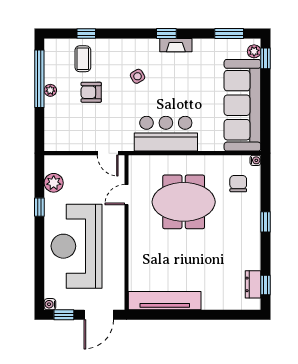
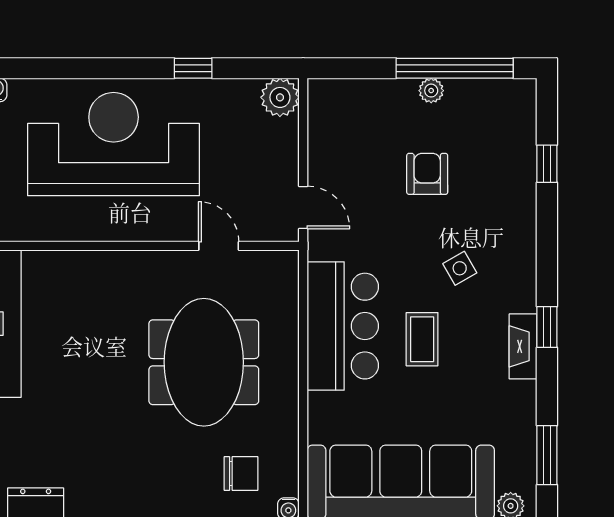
coffee table: (83, 59) -> (422, 339), moved, turned 90
door: (108, 153) -> (303, 207), swing flipped
plant: (54, 183) -> (280, 97), moved

